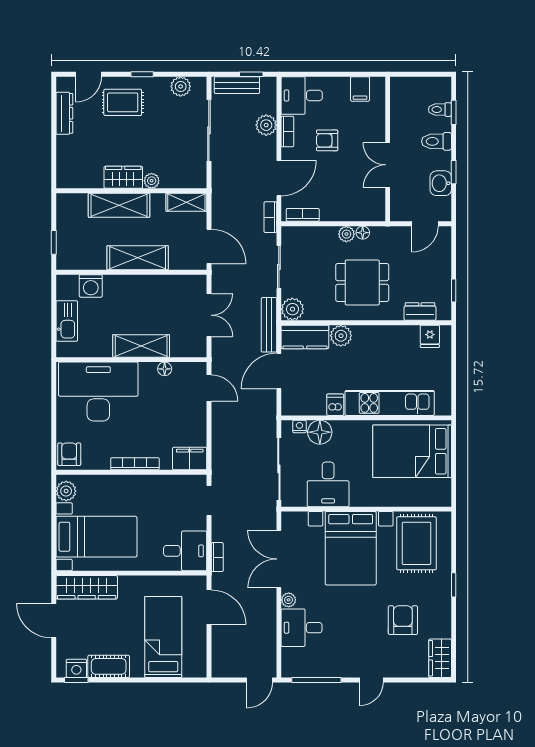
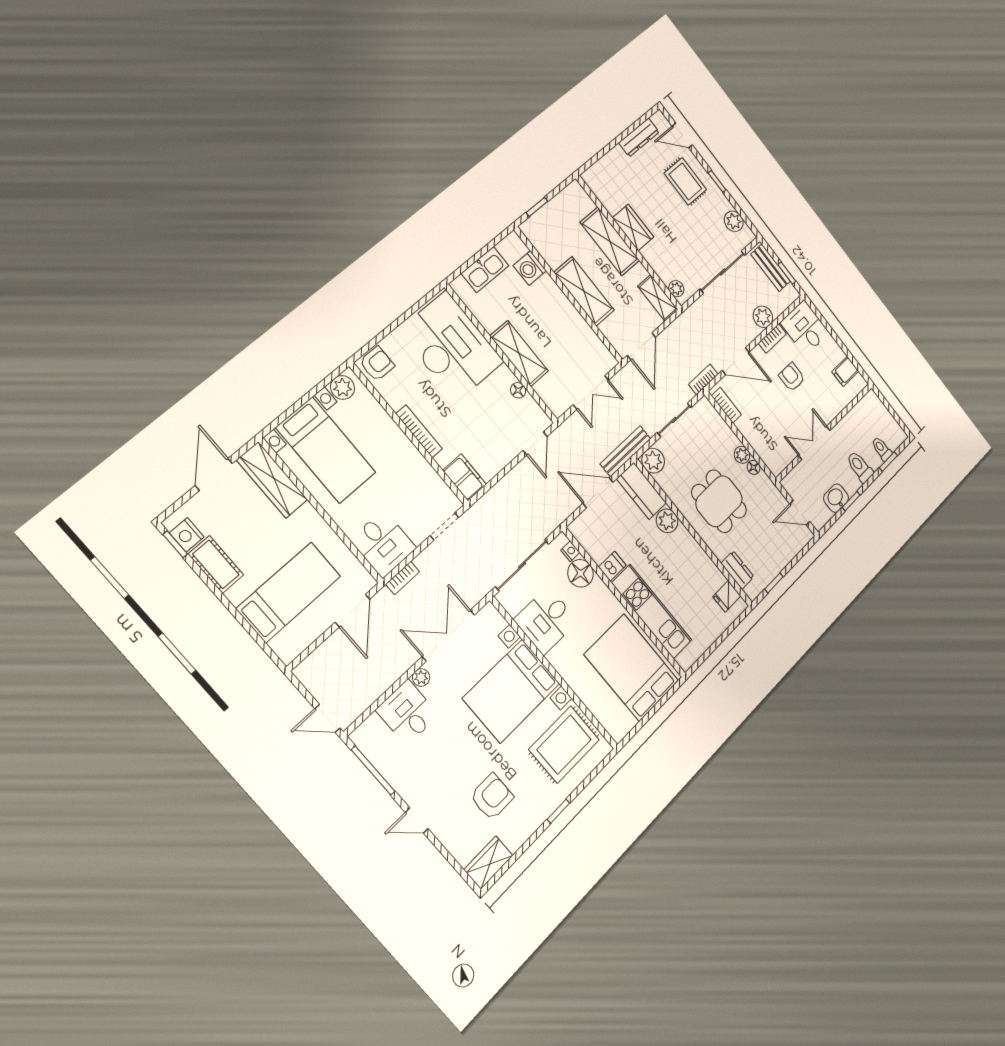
plant: (152, 181) -> (676, 289), moved

